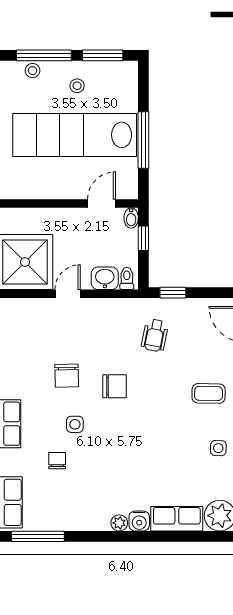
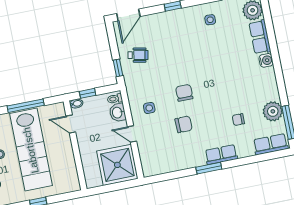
wheelchair: (155, 335) -> (138, 55), moved
coffee table: (209, 393) -> (177, 33), removed
side table: (75, 424) -> (149, 108), moved
plant: (119, 523) -> (273, 111), moved, width x1.87, depth x1.87

